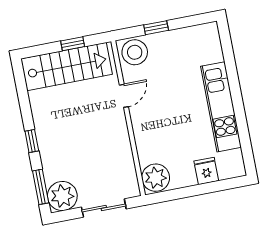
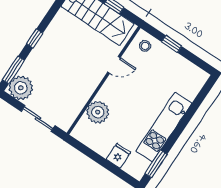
stool: (135, 52) -> (145, 46), width x0.53, depth x0.53
window: (246, 146) -> (156, 164), added
plant: (156, 178) -> (98, 112), moved

